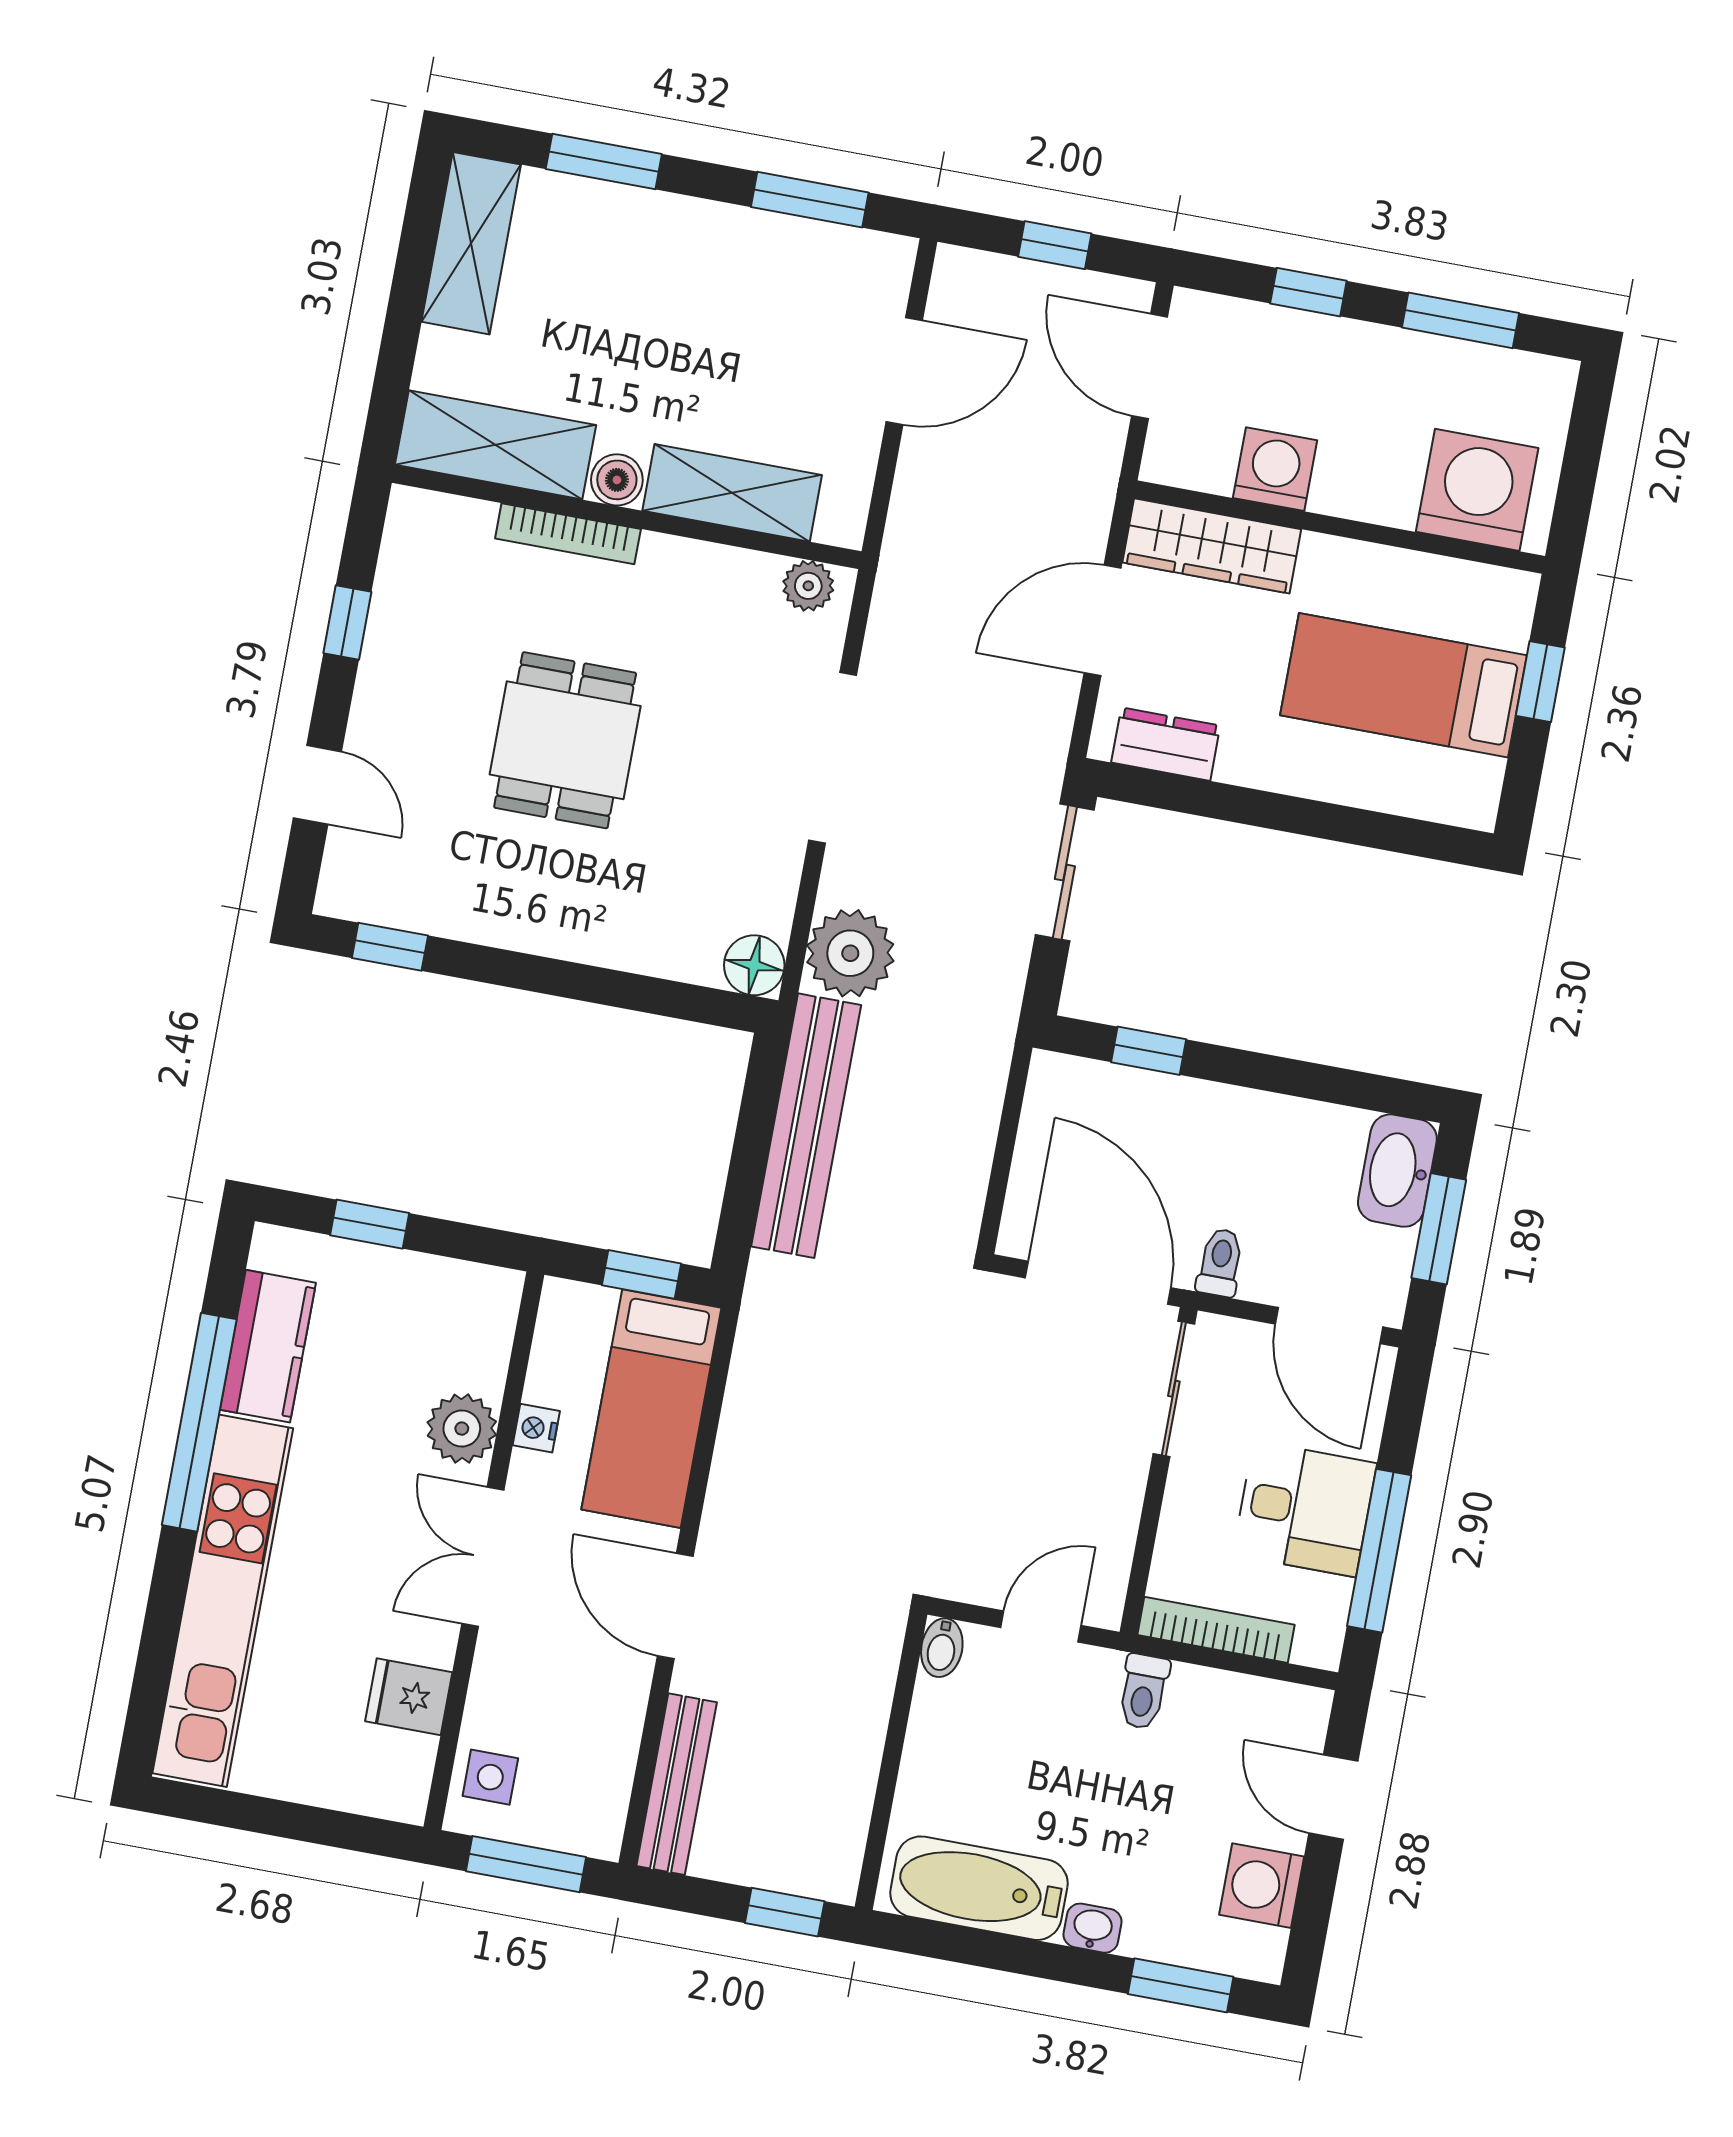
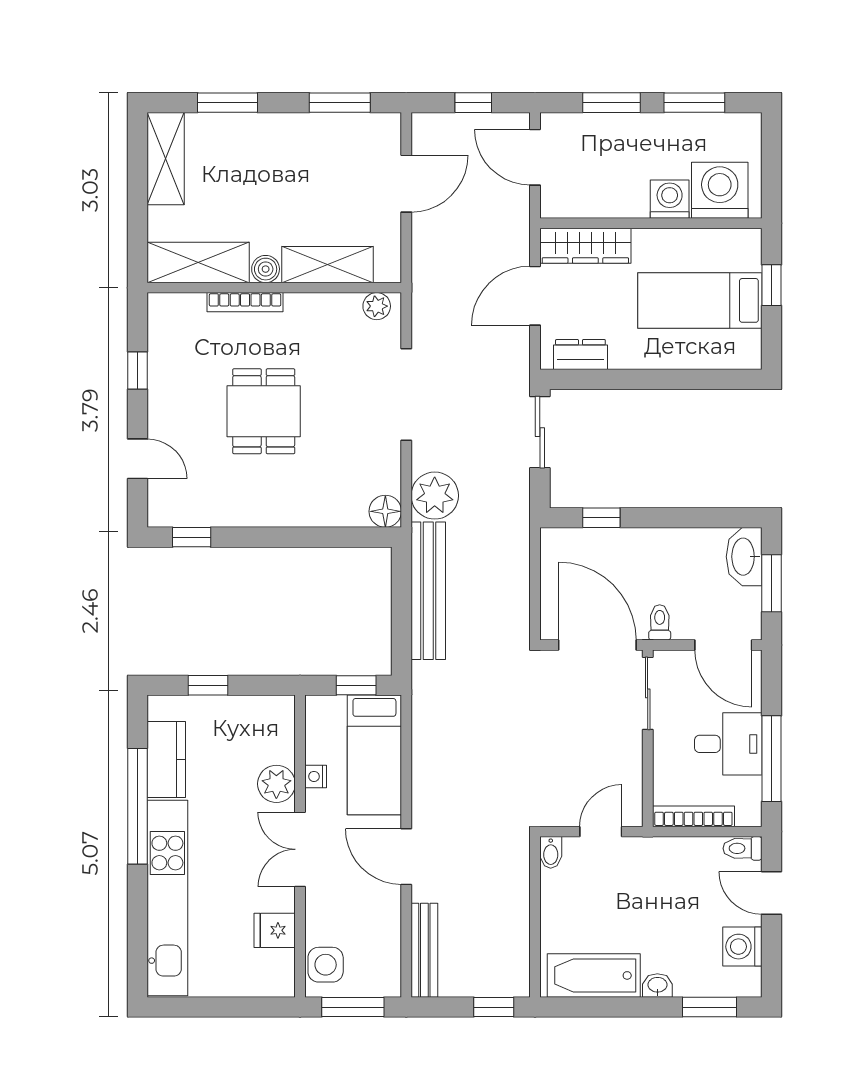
window: (1308, 292) -> (611, 103), width x1.50
washing machine: (1275, 469) -> (670, 199), moved
toilet: (1143, 1692) -> (743, 848), moved, turned 90
side table: (490, 1777) -> (326, 965), width x1.37, depth x1.37

